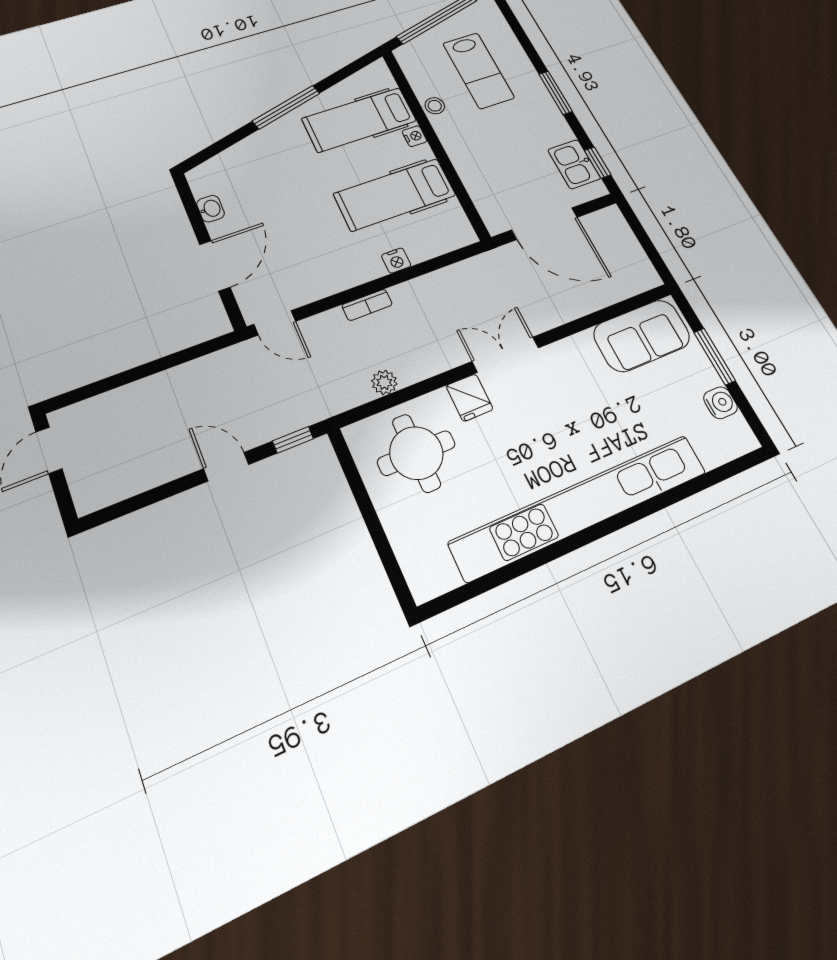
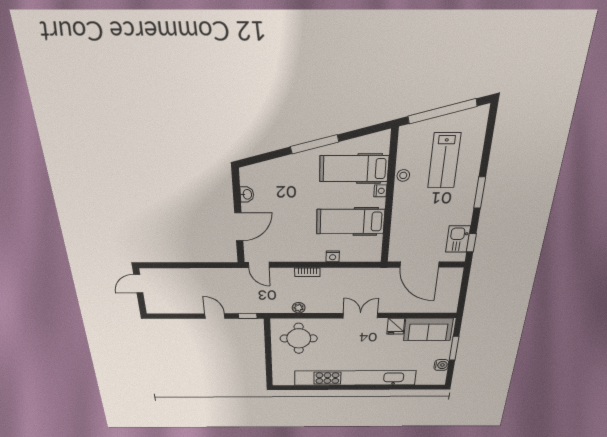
fridge: (470, 398) -> (396, 326), moved

